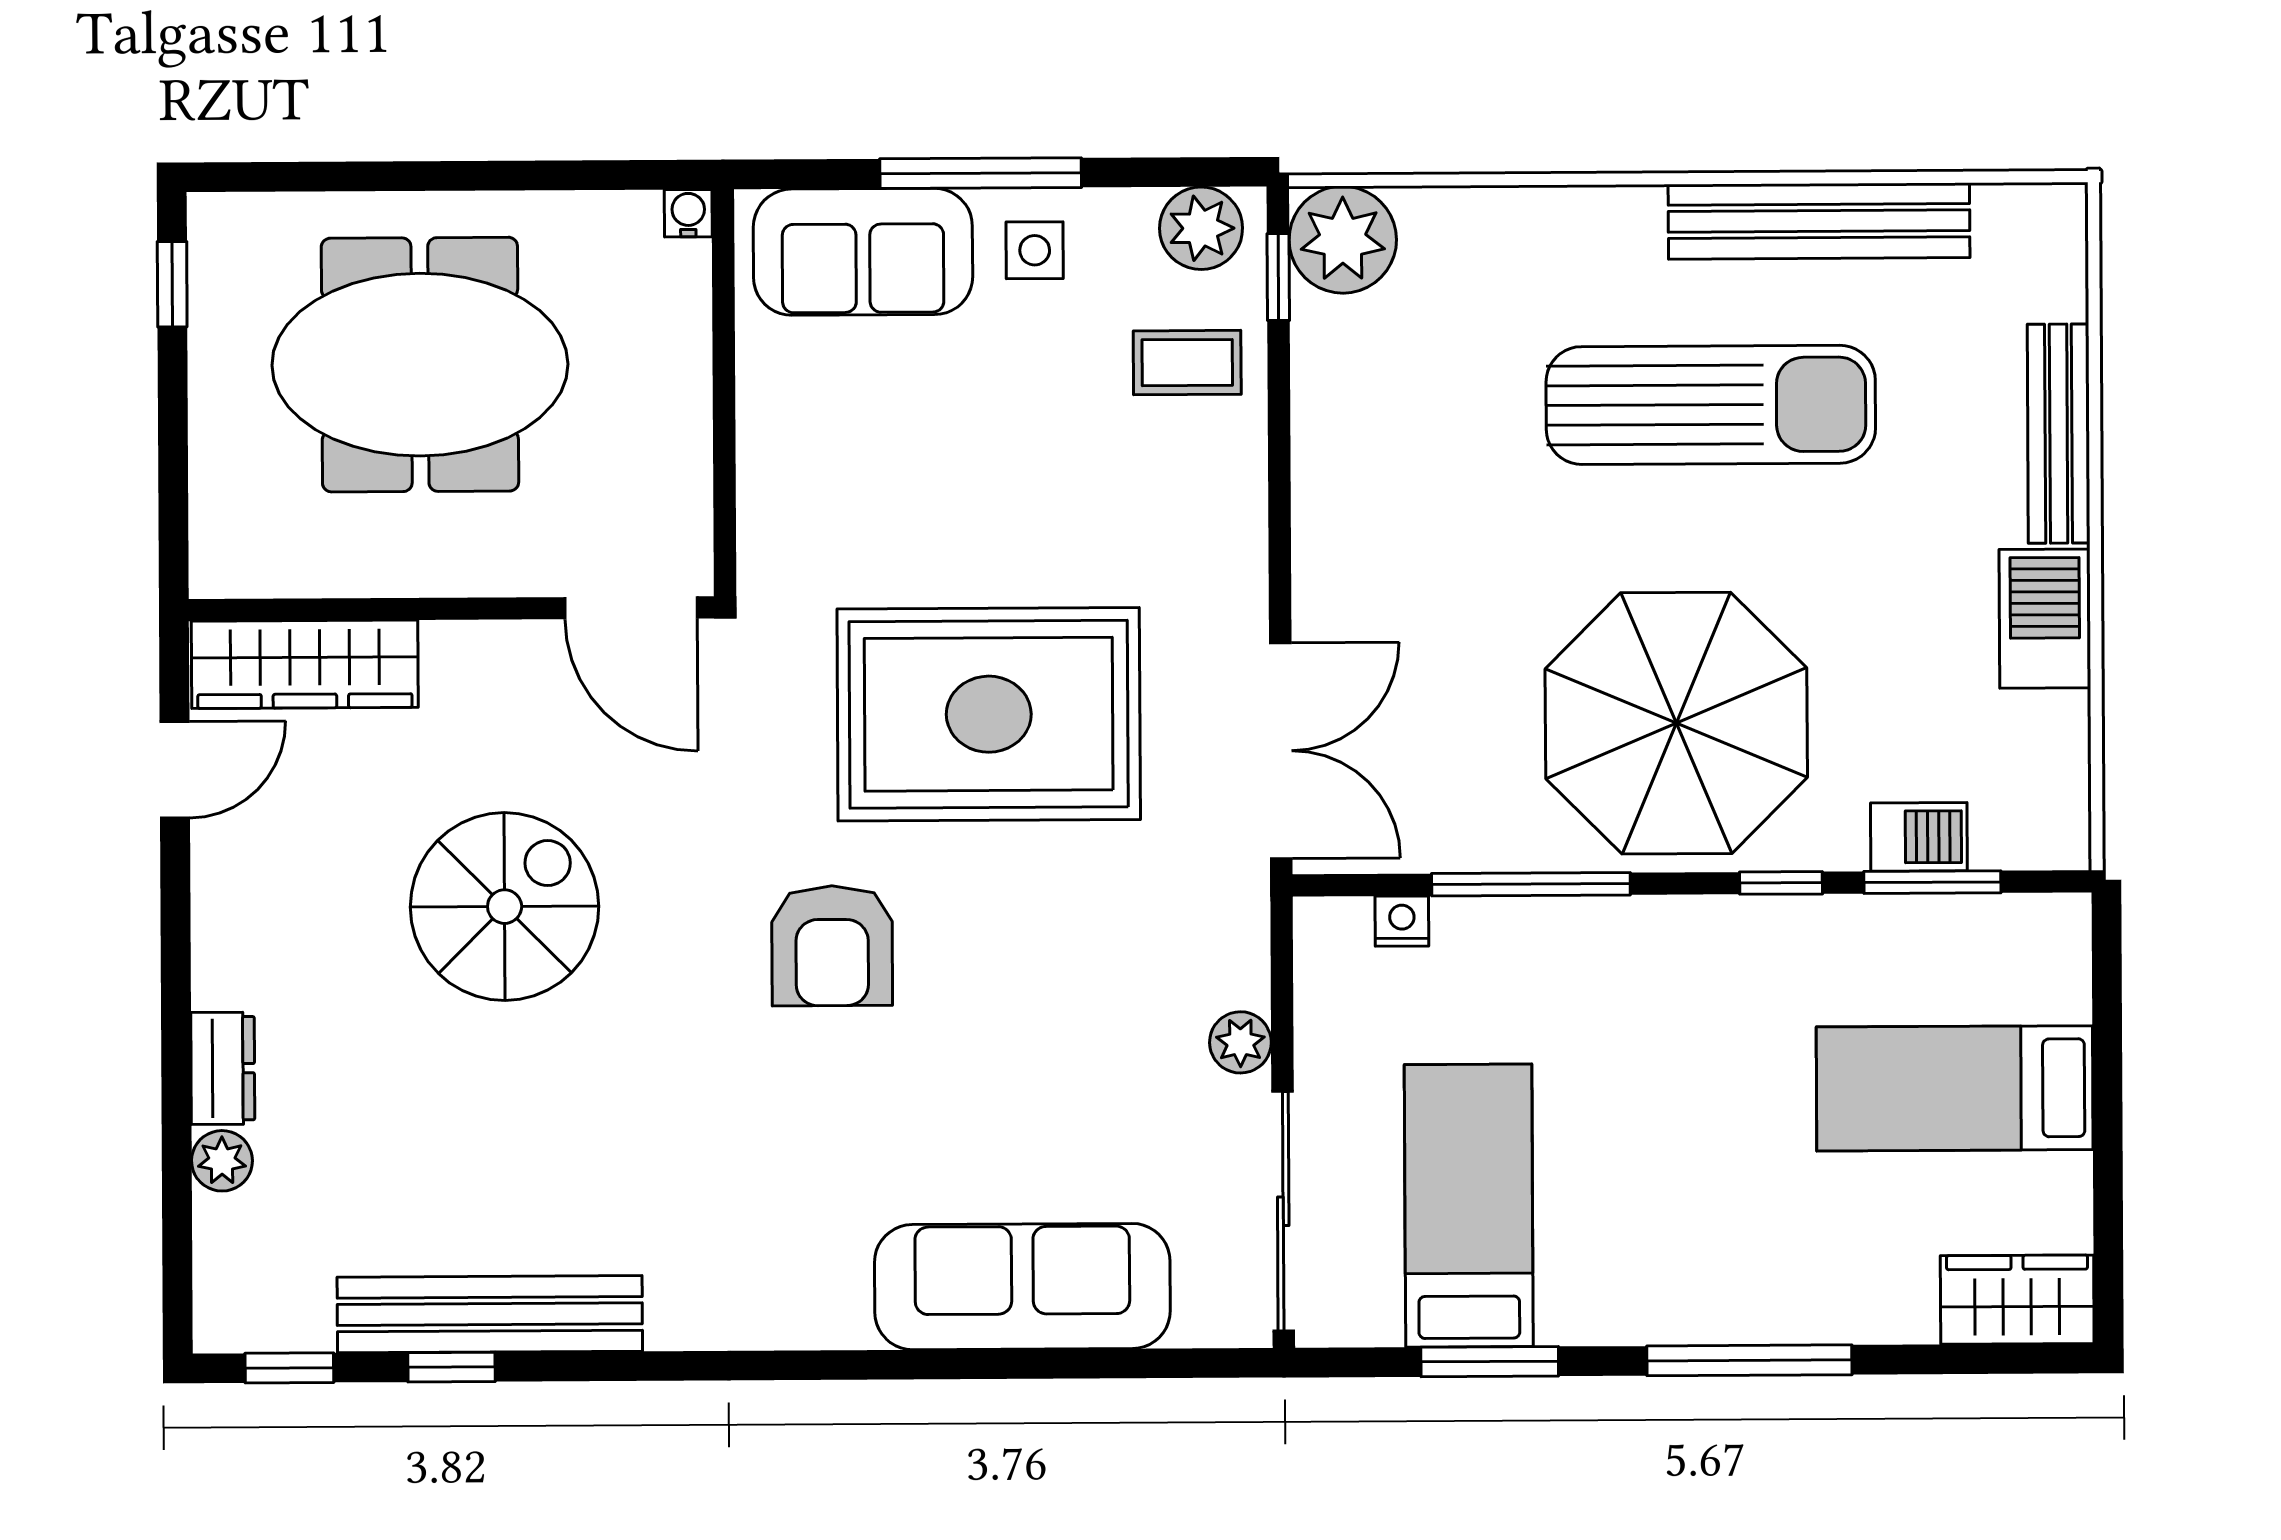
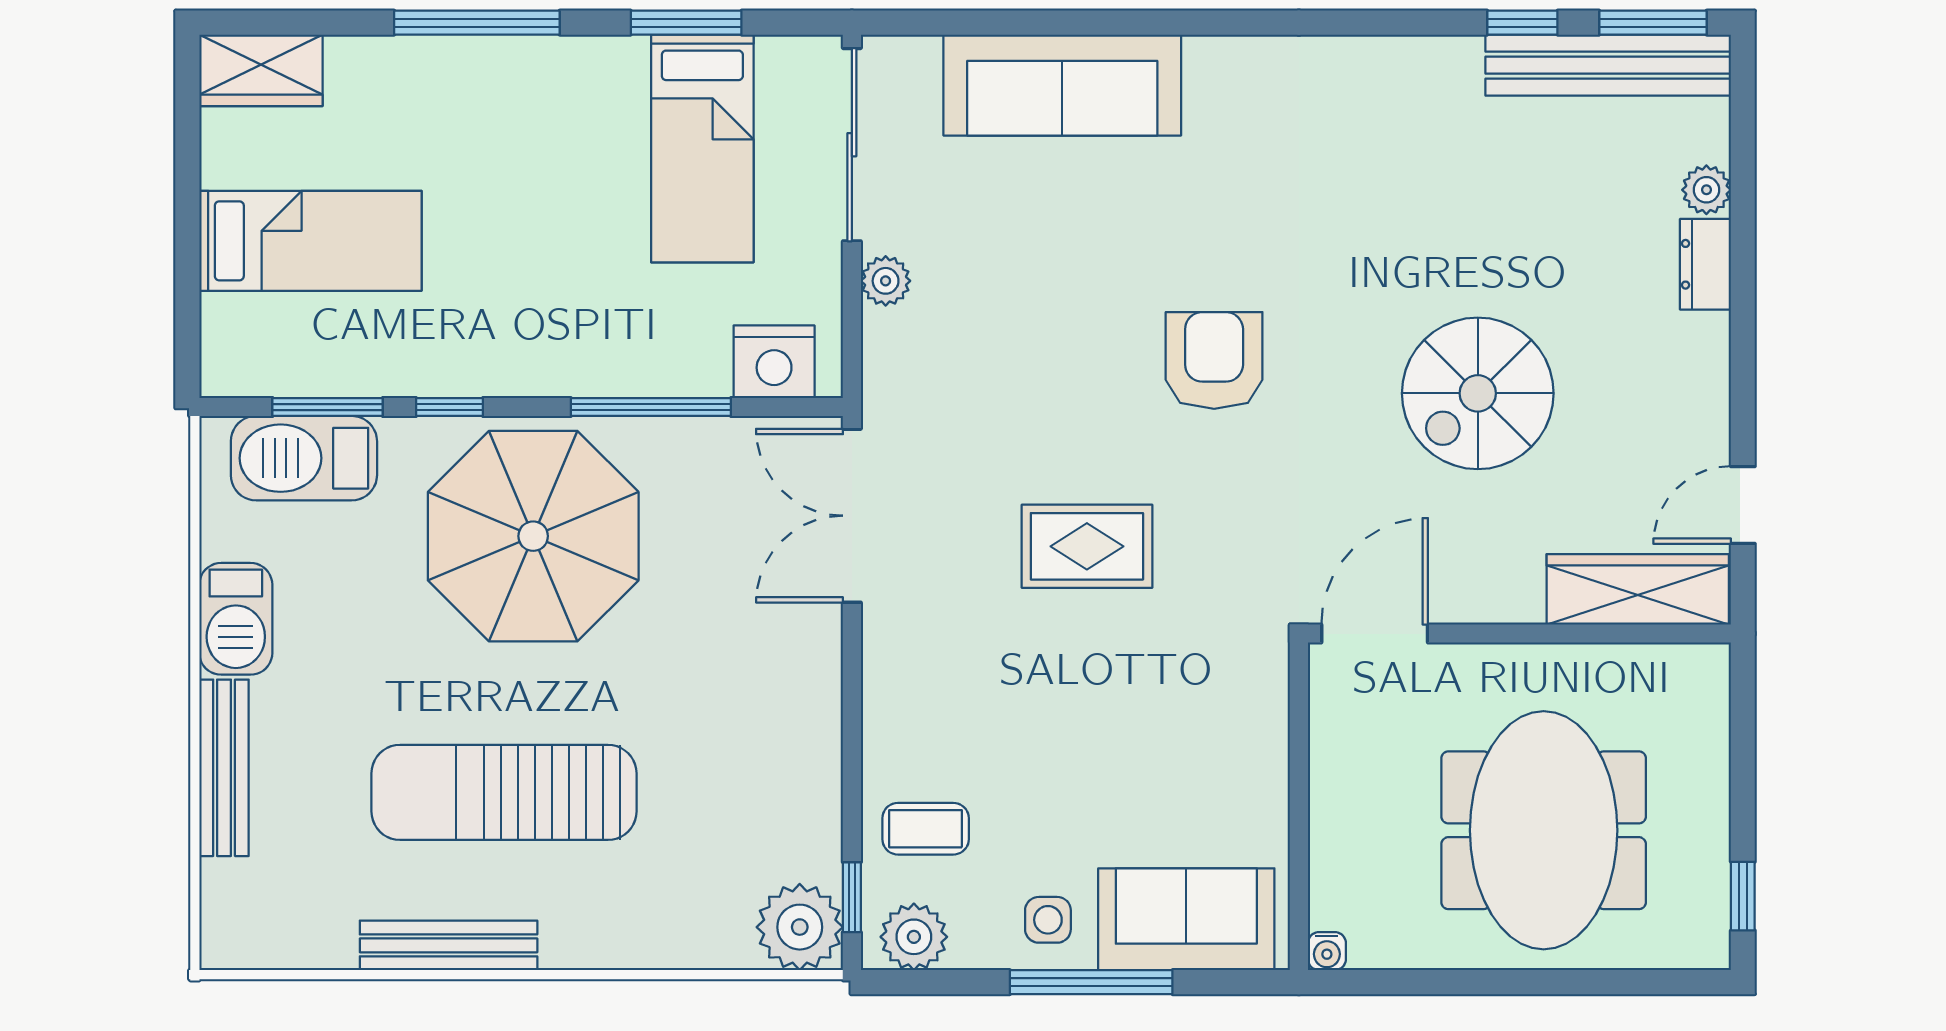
bench: (1819, 221) -> (449, 945), width x0.73, depth x0.82
meeting table: (420, 365) -> (1544, 830), turned 90
door: (631, 608) -> (1375, 634), hinge flipped
rug: (989, 714) -> (1087, 546), width x0.54, depth x0.49
barbecue: (1919, 837) -> (304, 458), width x1.88, depth x1.53
nightstand: (1402, 921) -> (774, 362), width x1.89, depth x1.79
bench: (490, 1314) -> (1608, 65), moved
window: (289, 1368) -> (1653, 23), width x1.50

